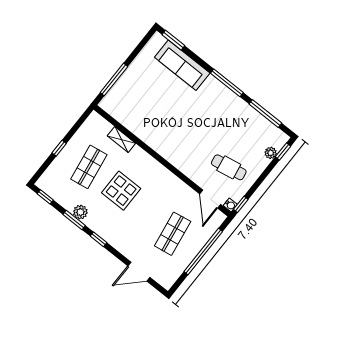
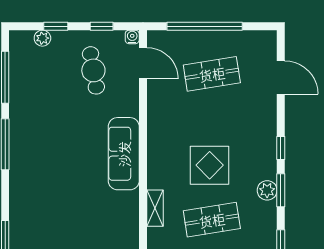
sofa: (182, 65) -> (124, 154), moved, turned 180
window: (283, 152) -> (56, 26), moved
door: (210, 199) -> (143, 63), hinge flipped
window: (241, 204) -> (102, 26), moved

